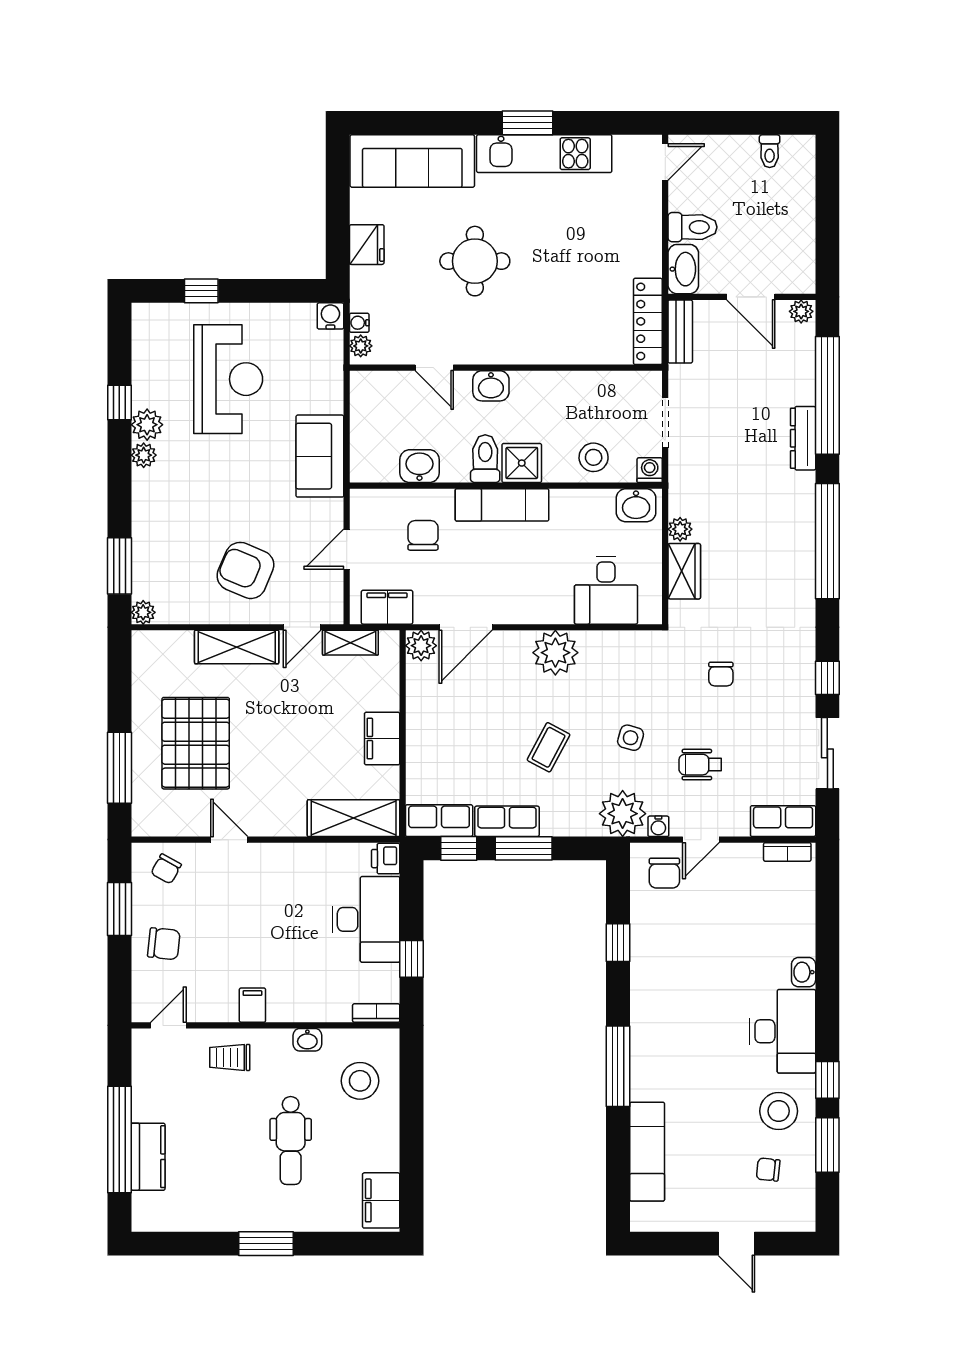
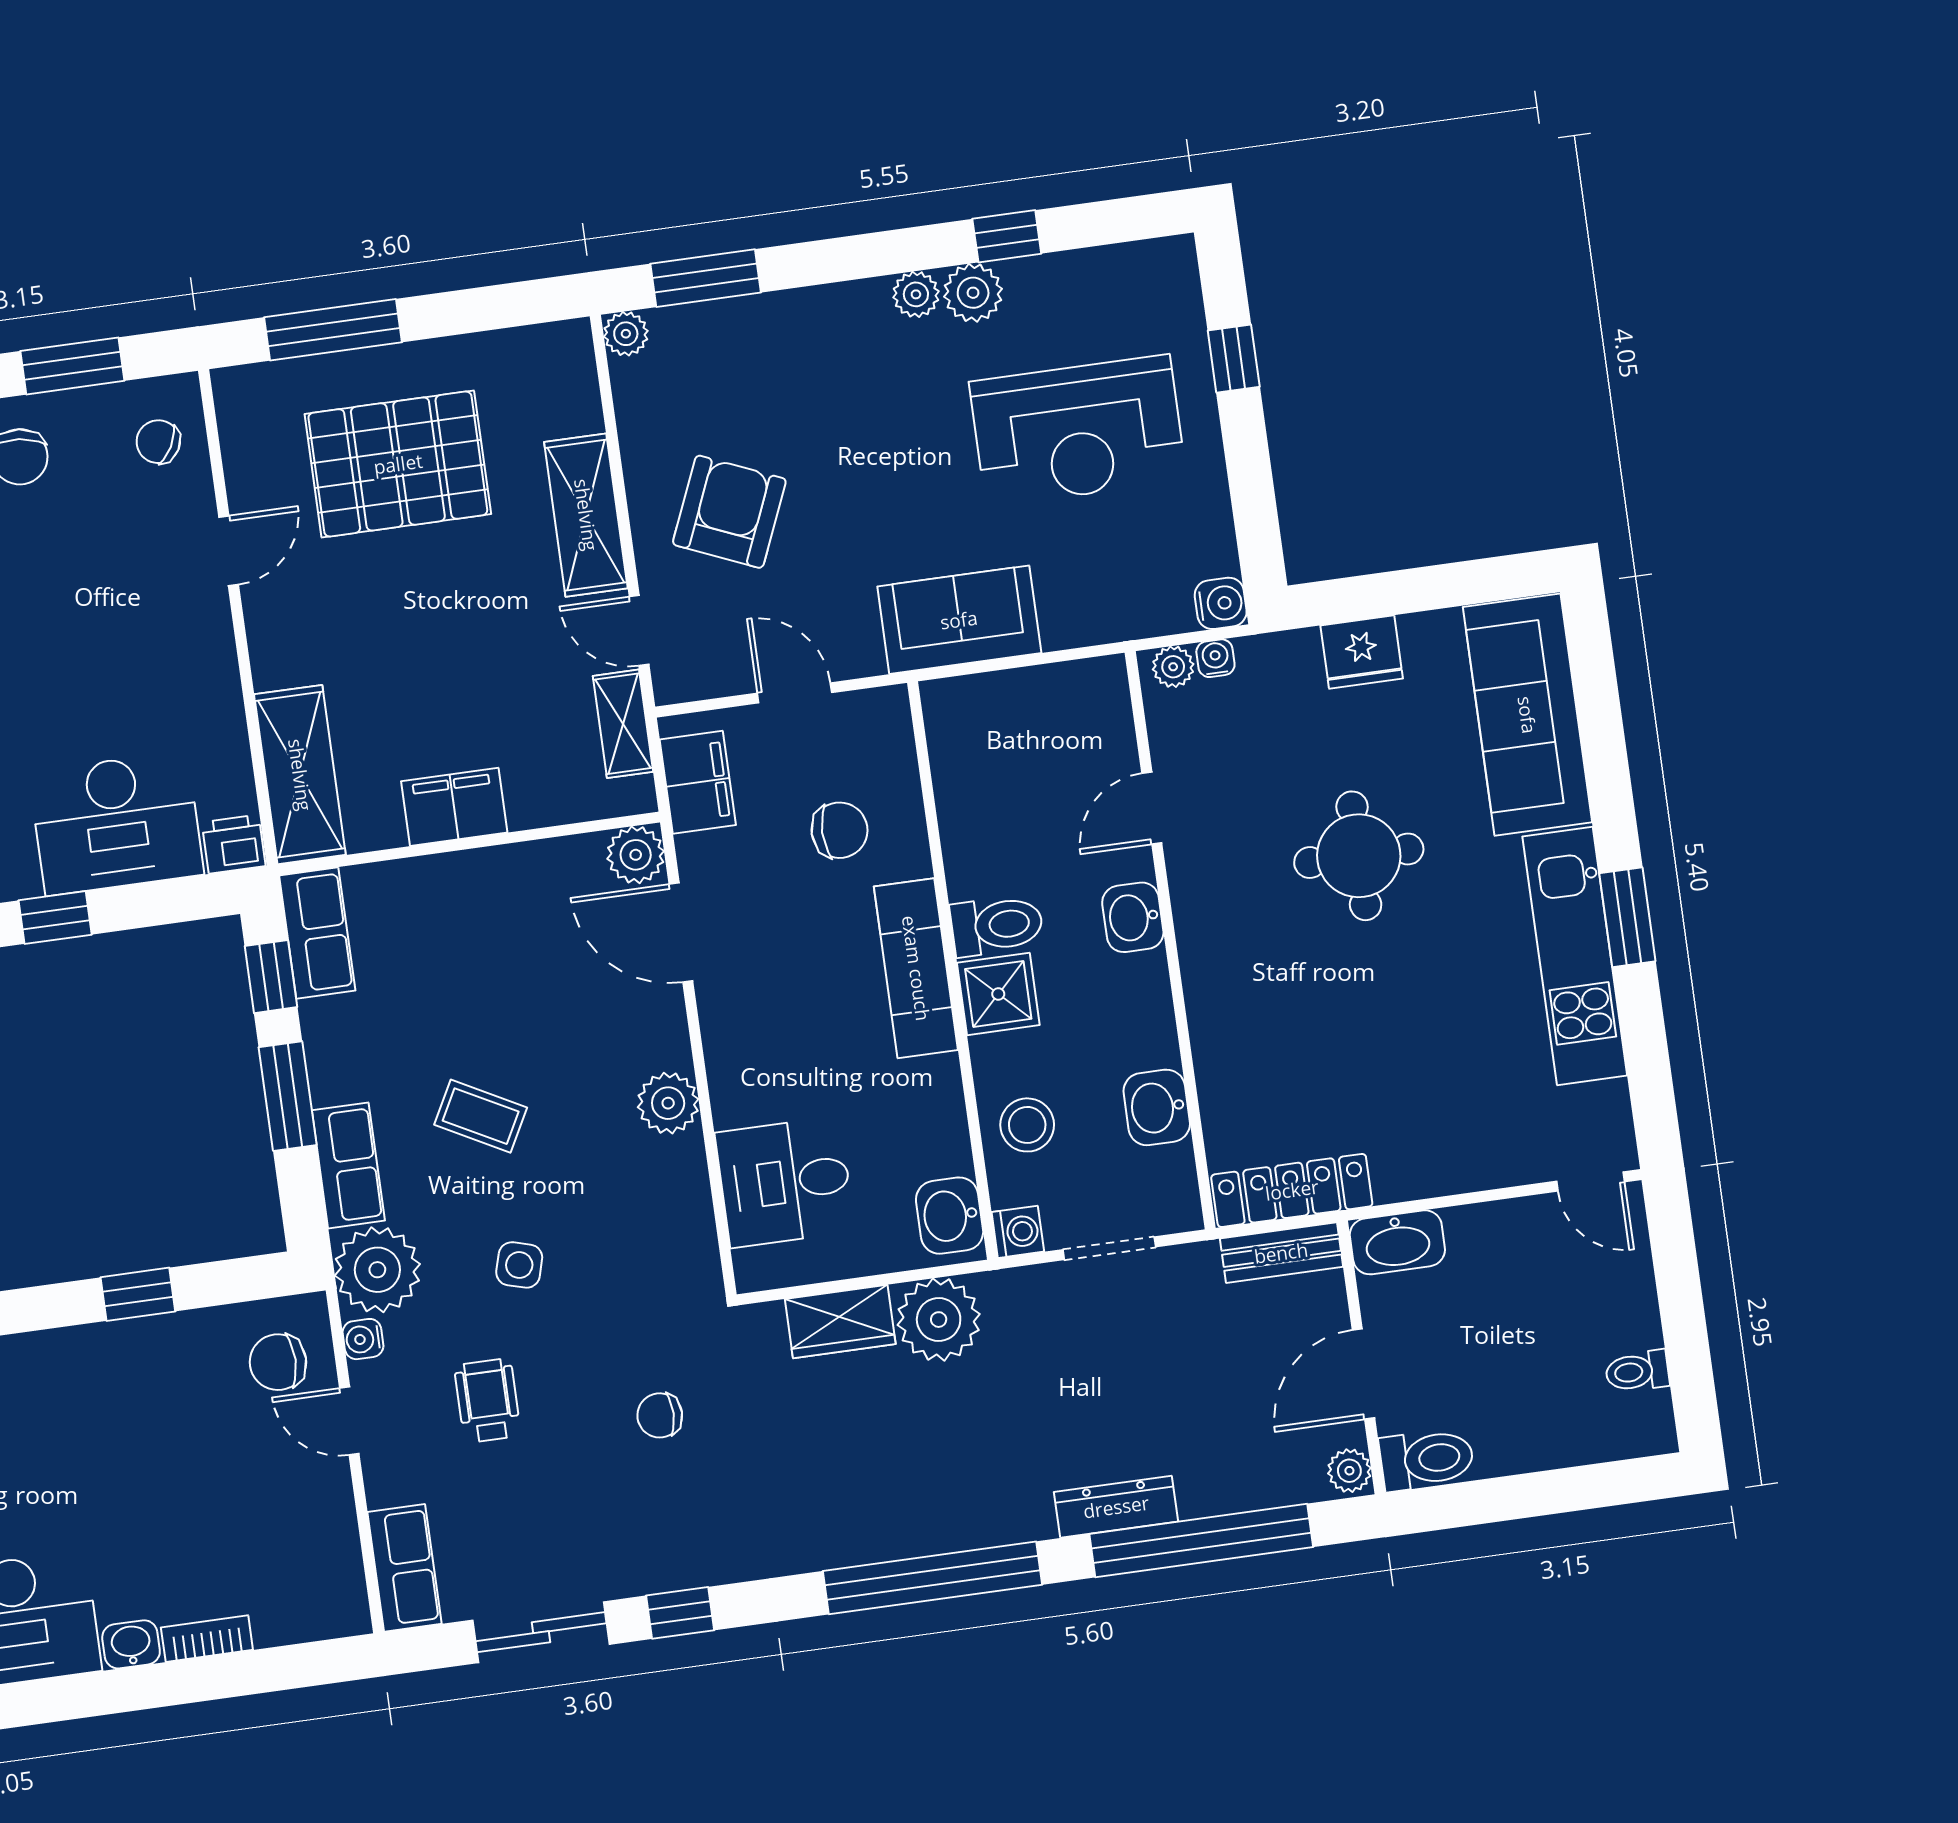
toilet: (692, 227) -> (1427, 1459), moved, turned -90
washbasin: (419, 466) -> (1157, 1107), moved, turned 180
plant: (680, 529) -> (939, 1320), width x1.87, depth x1.87
plant: (555, 653) -> (668, 1103), width x0.73, depth x0.73
row of seats: (507, 821) -> (348, 1165), moved
bookcase: (787, 852) -> (207, 1639), moved, turned 90

